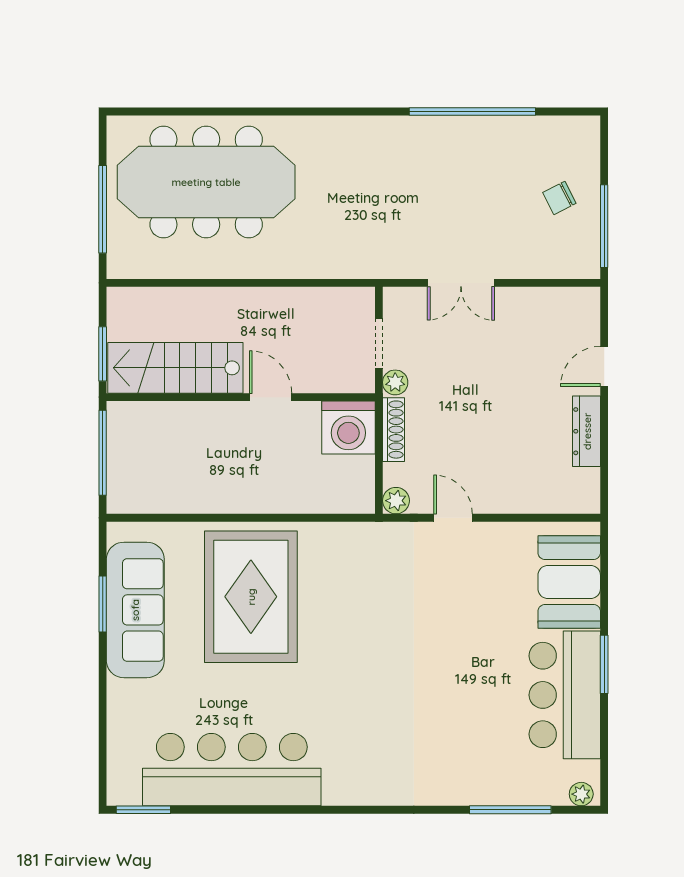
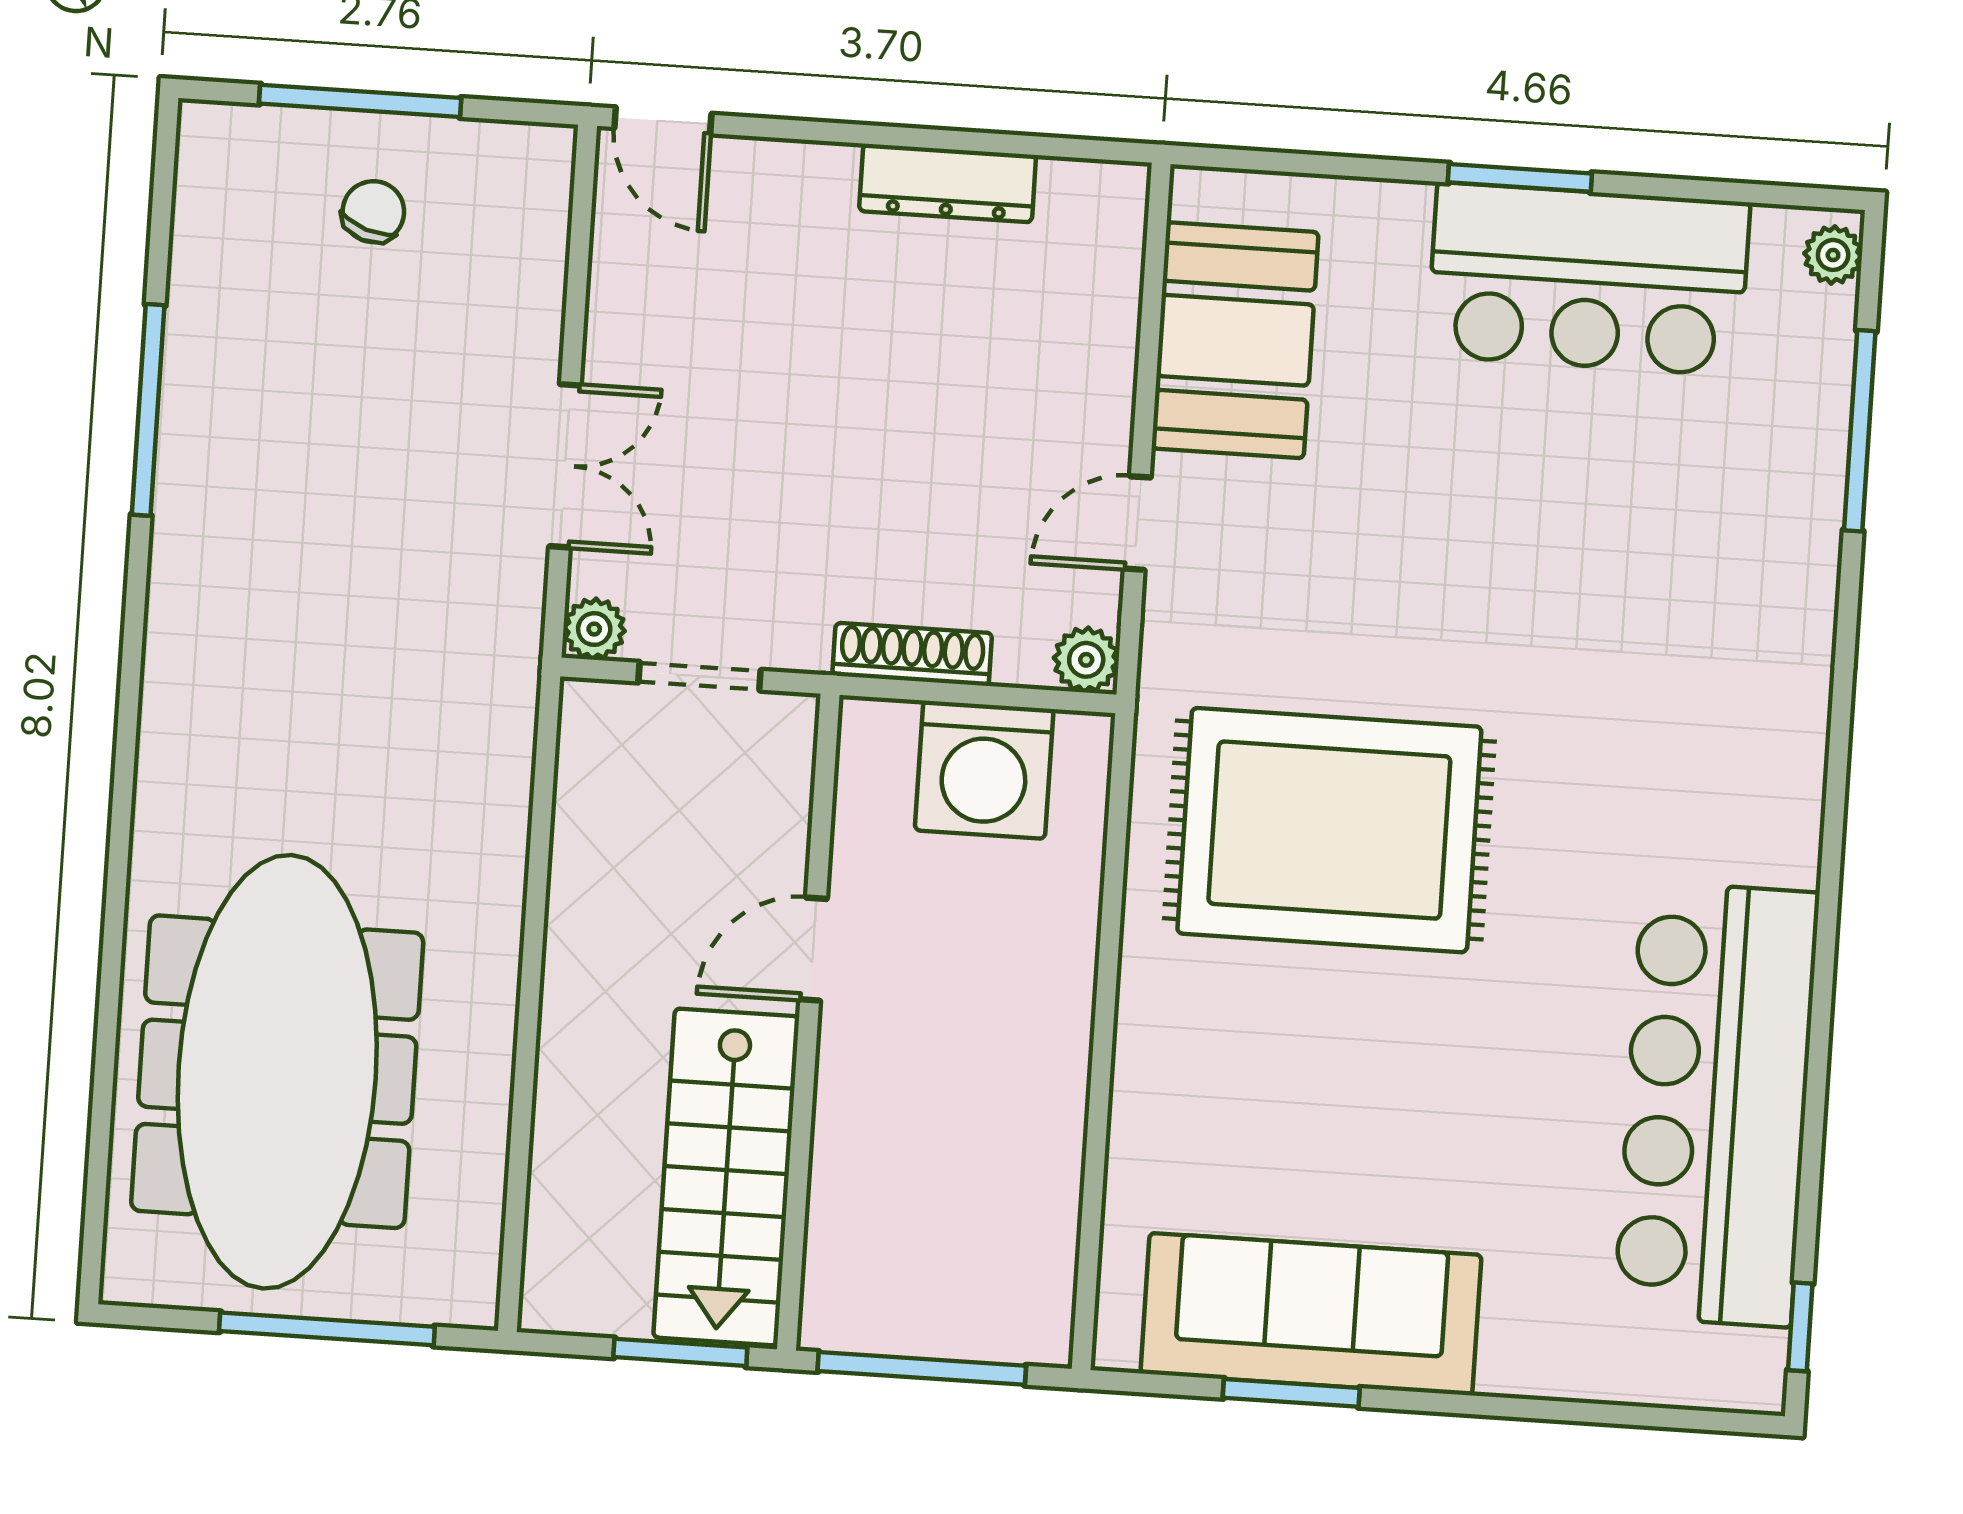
window: (472, 111) -> (148, 410), width x0.68
chair: (559, 198) -> (373, 212), turned -134
window: (604, 226) -> (360, 101), moved
door: (604, 366) -> (663, 121), moved
plant: (395, 382) -> (594, 629), moved
washing machine: (348, 428) -> (984, 770), moved, turned 90
booth: (569, 582) -> (1235, 340), moved, turned 90
rug: (251, 597) -> (1329, 830), moved
window: (143, 810) -> (1800, 1327), width x0.67

